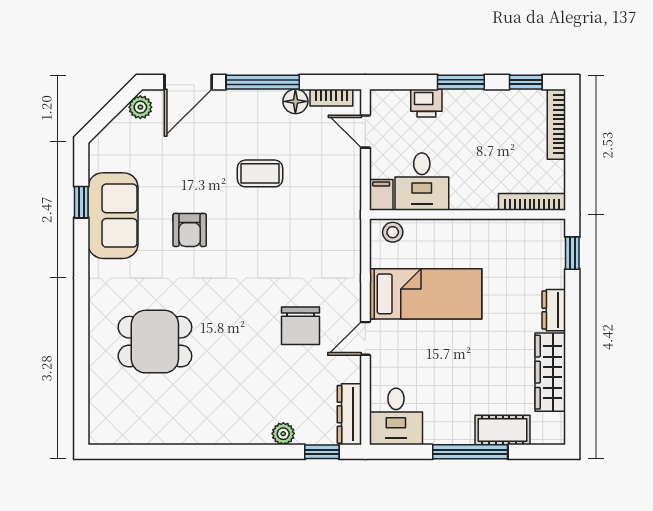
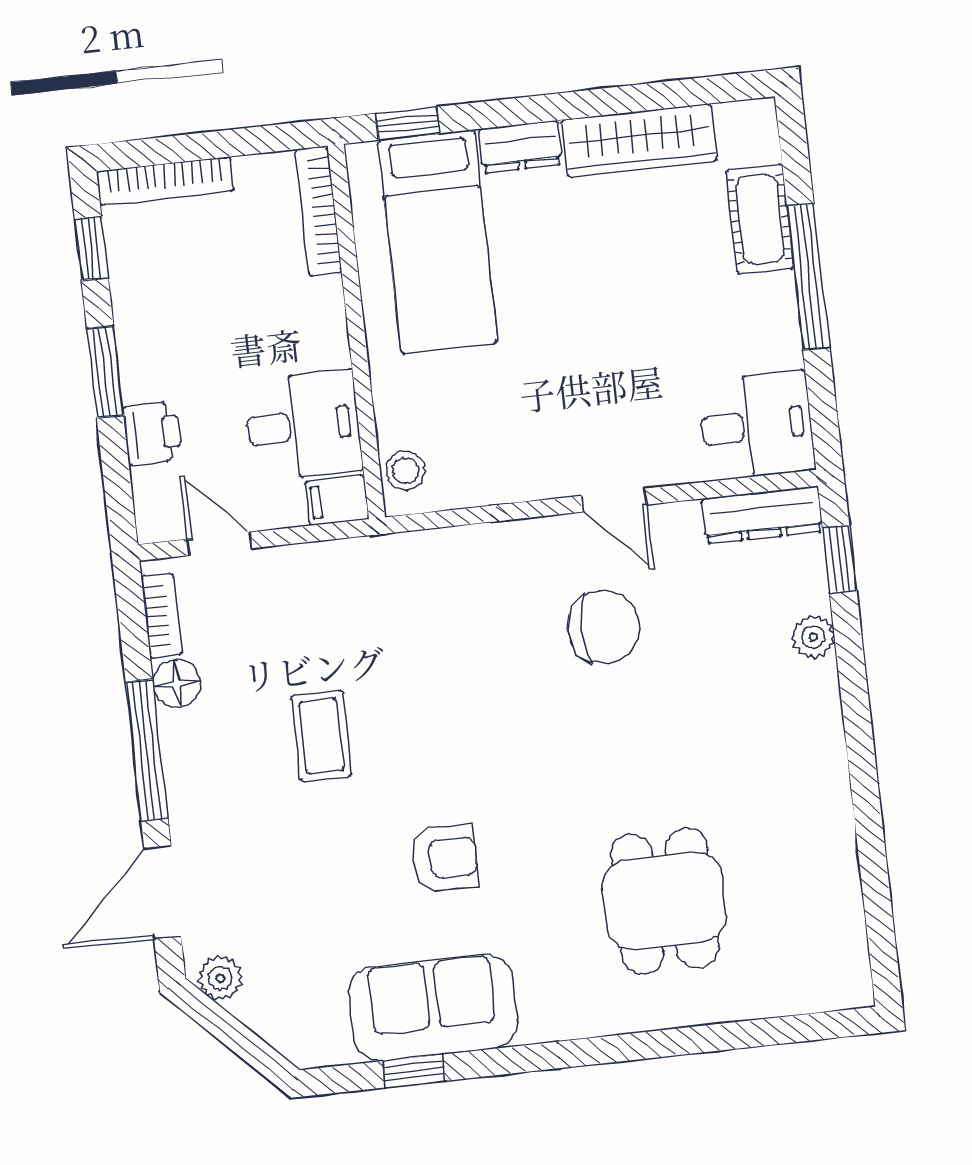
door: (188, 82) -> (163, 892), swing flipped
door: (365, 131) -> (219, 544), swing flipped
bed: (426, 294) -> (438, 242), moved, turned 180

